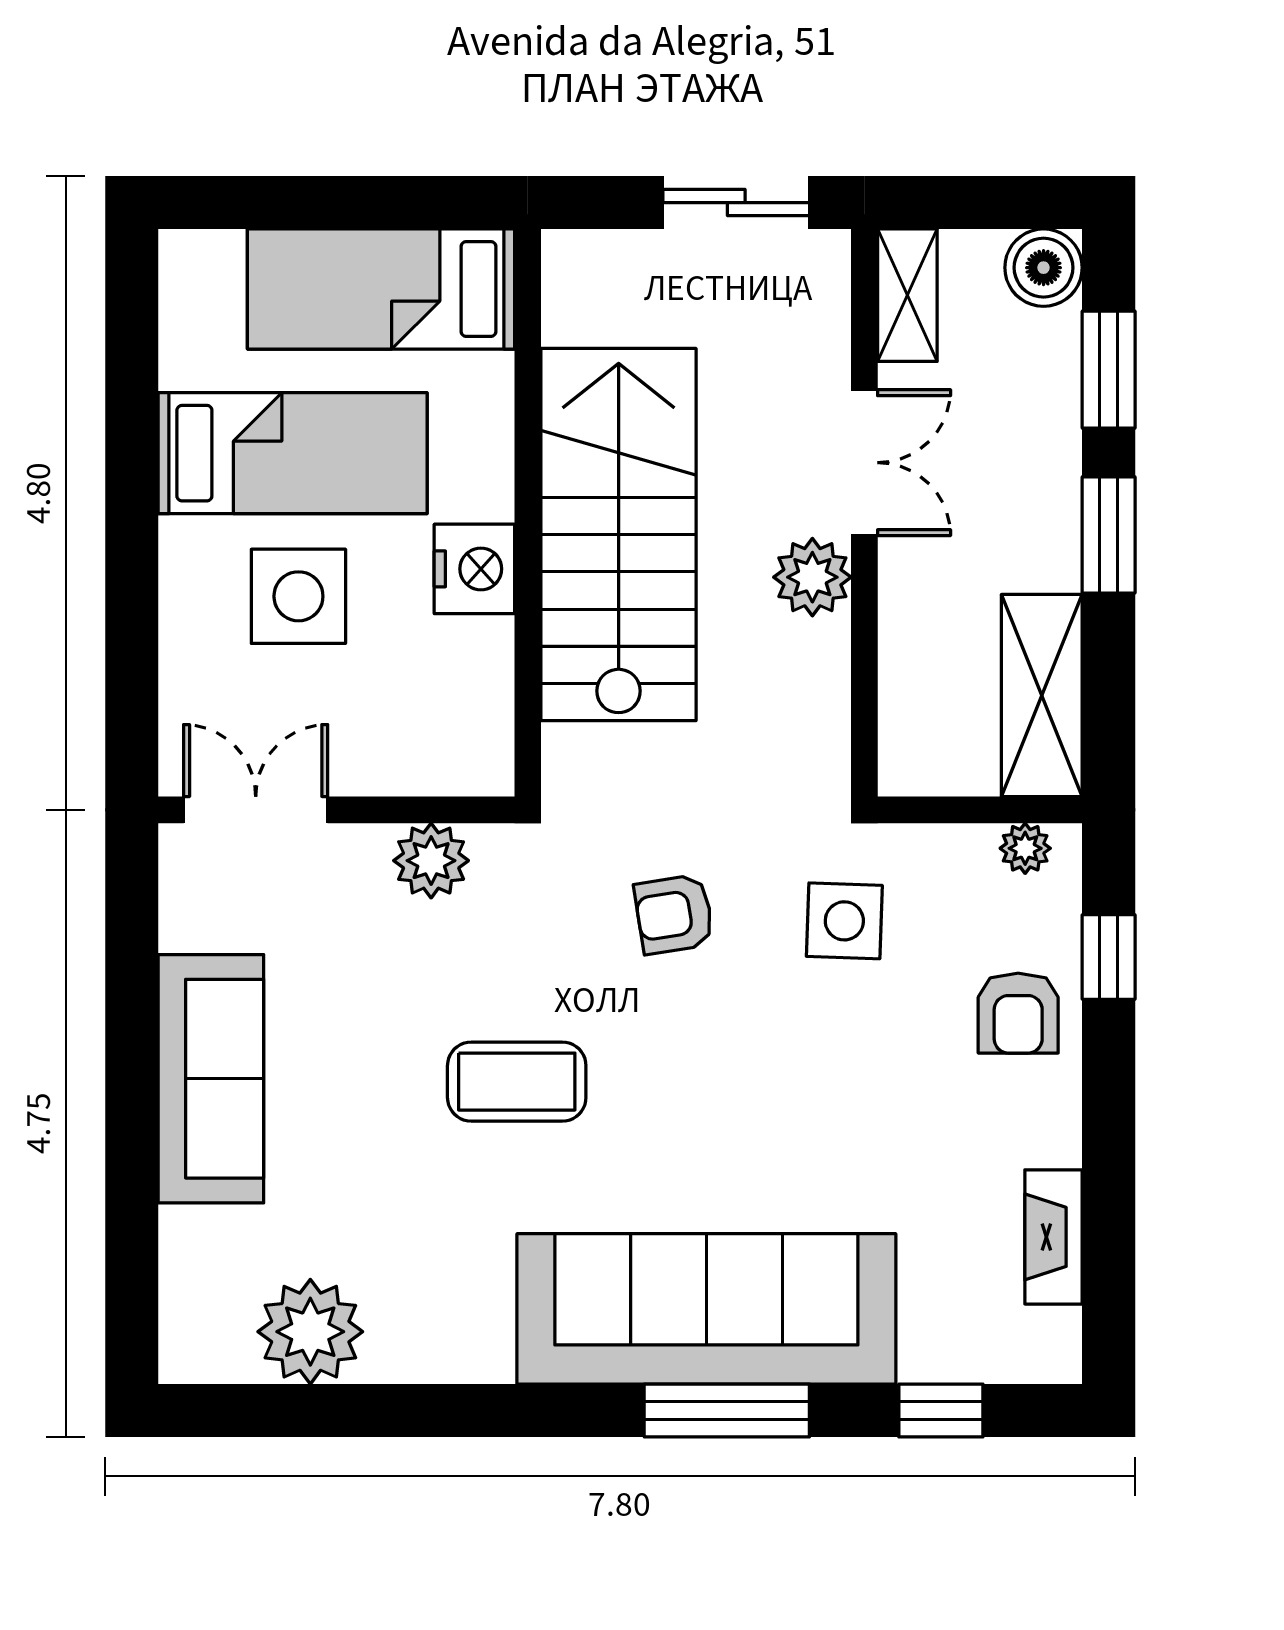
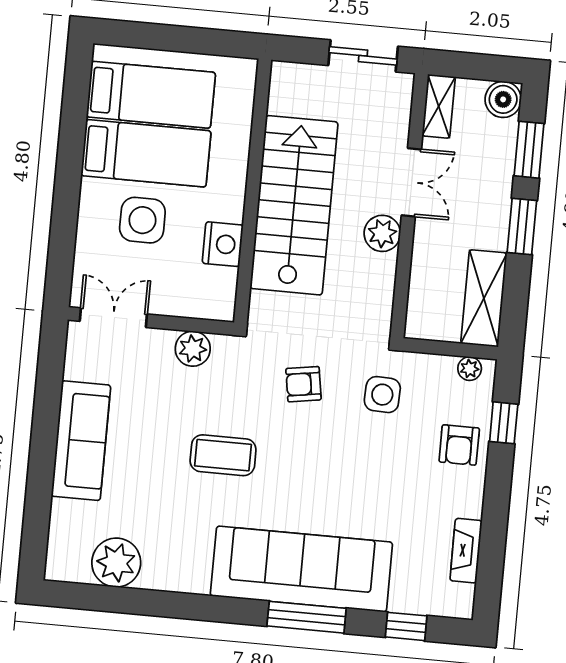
bed: (381, 289) -> (151, 95), moved, turned 180
nightstand: (474, 569) -> (223, 244), moved

